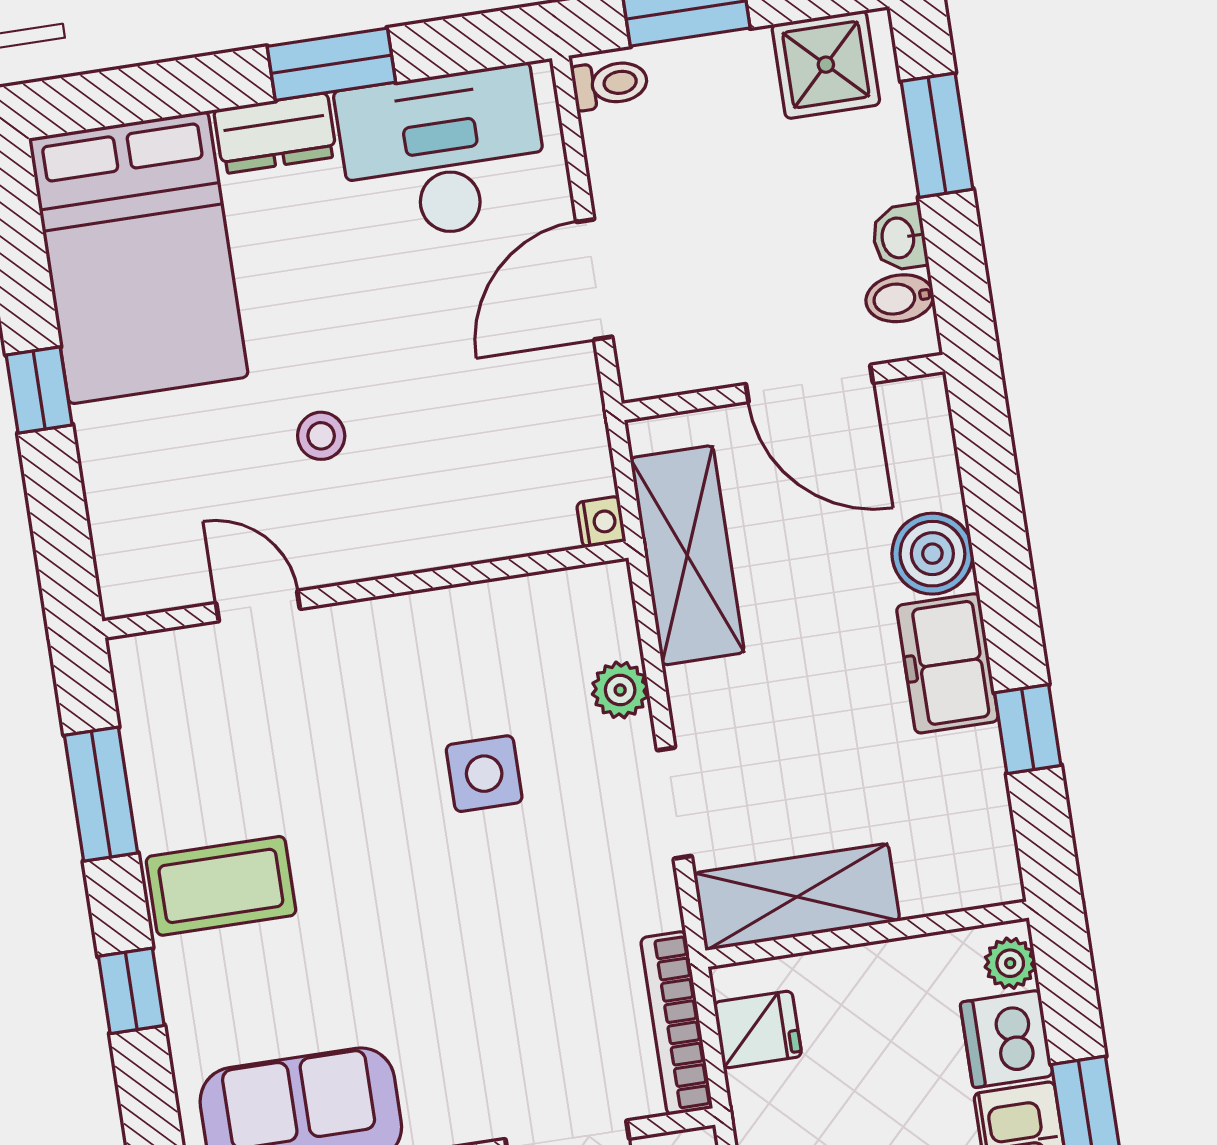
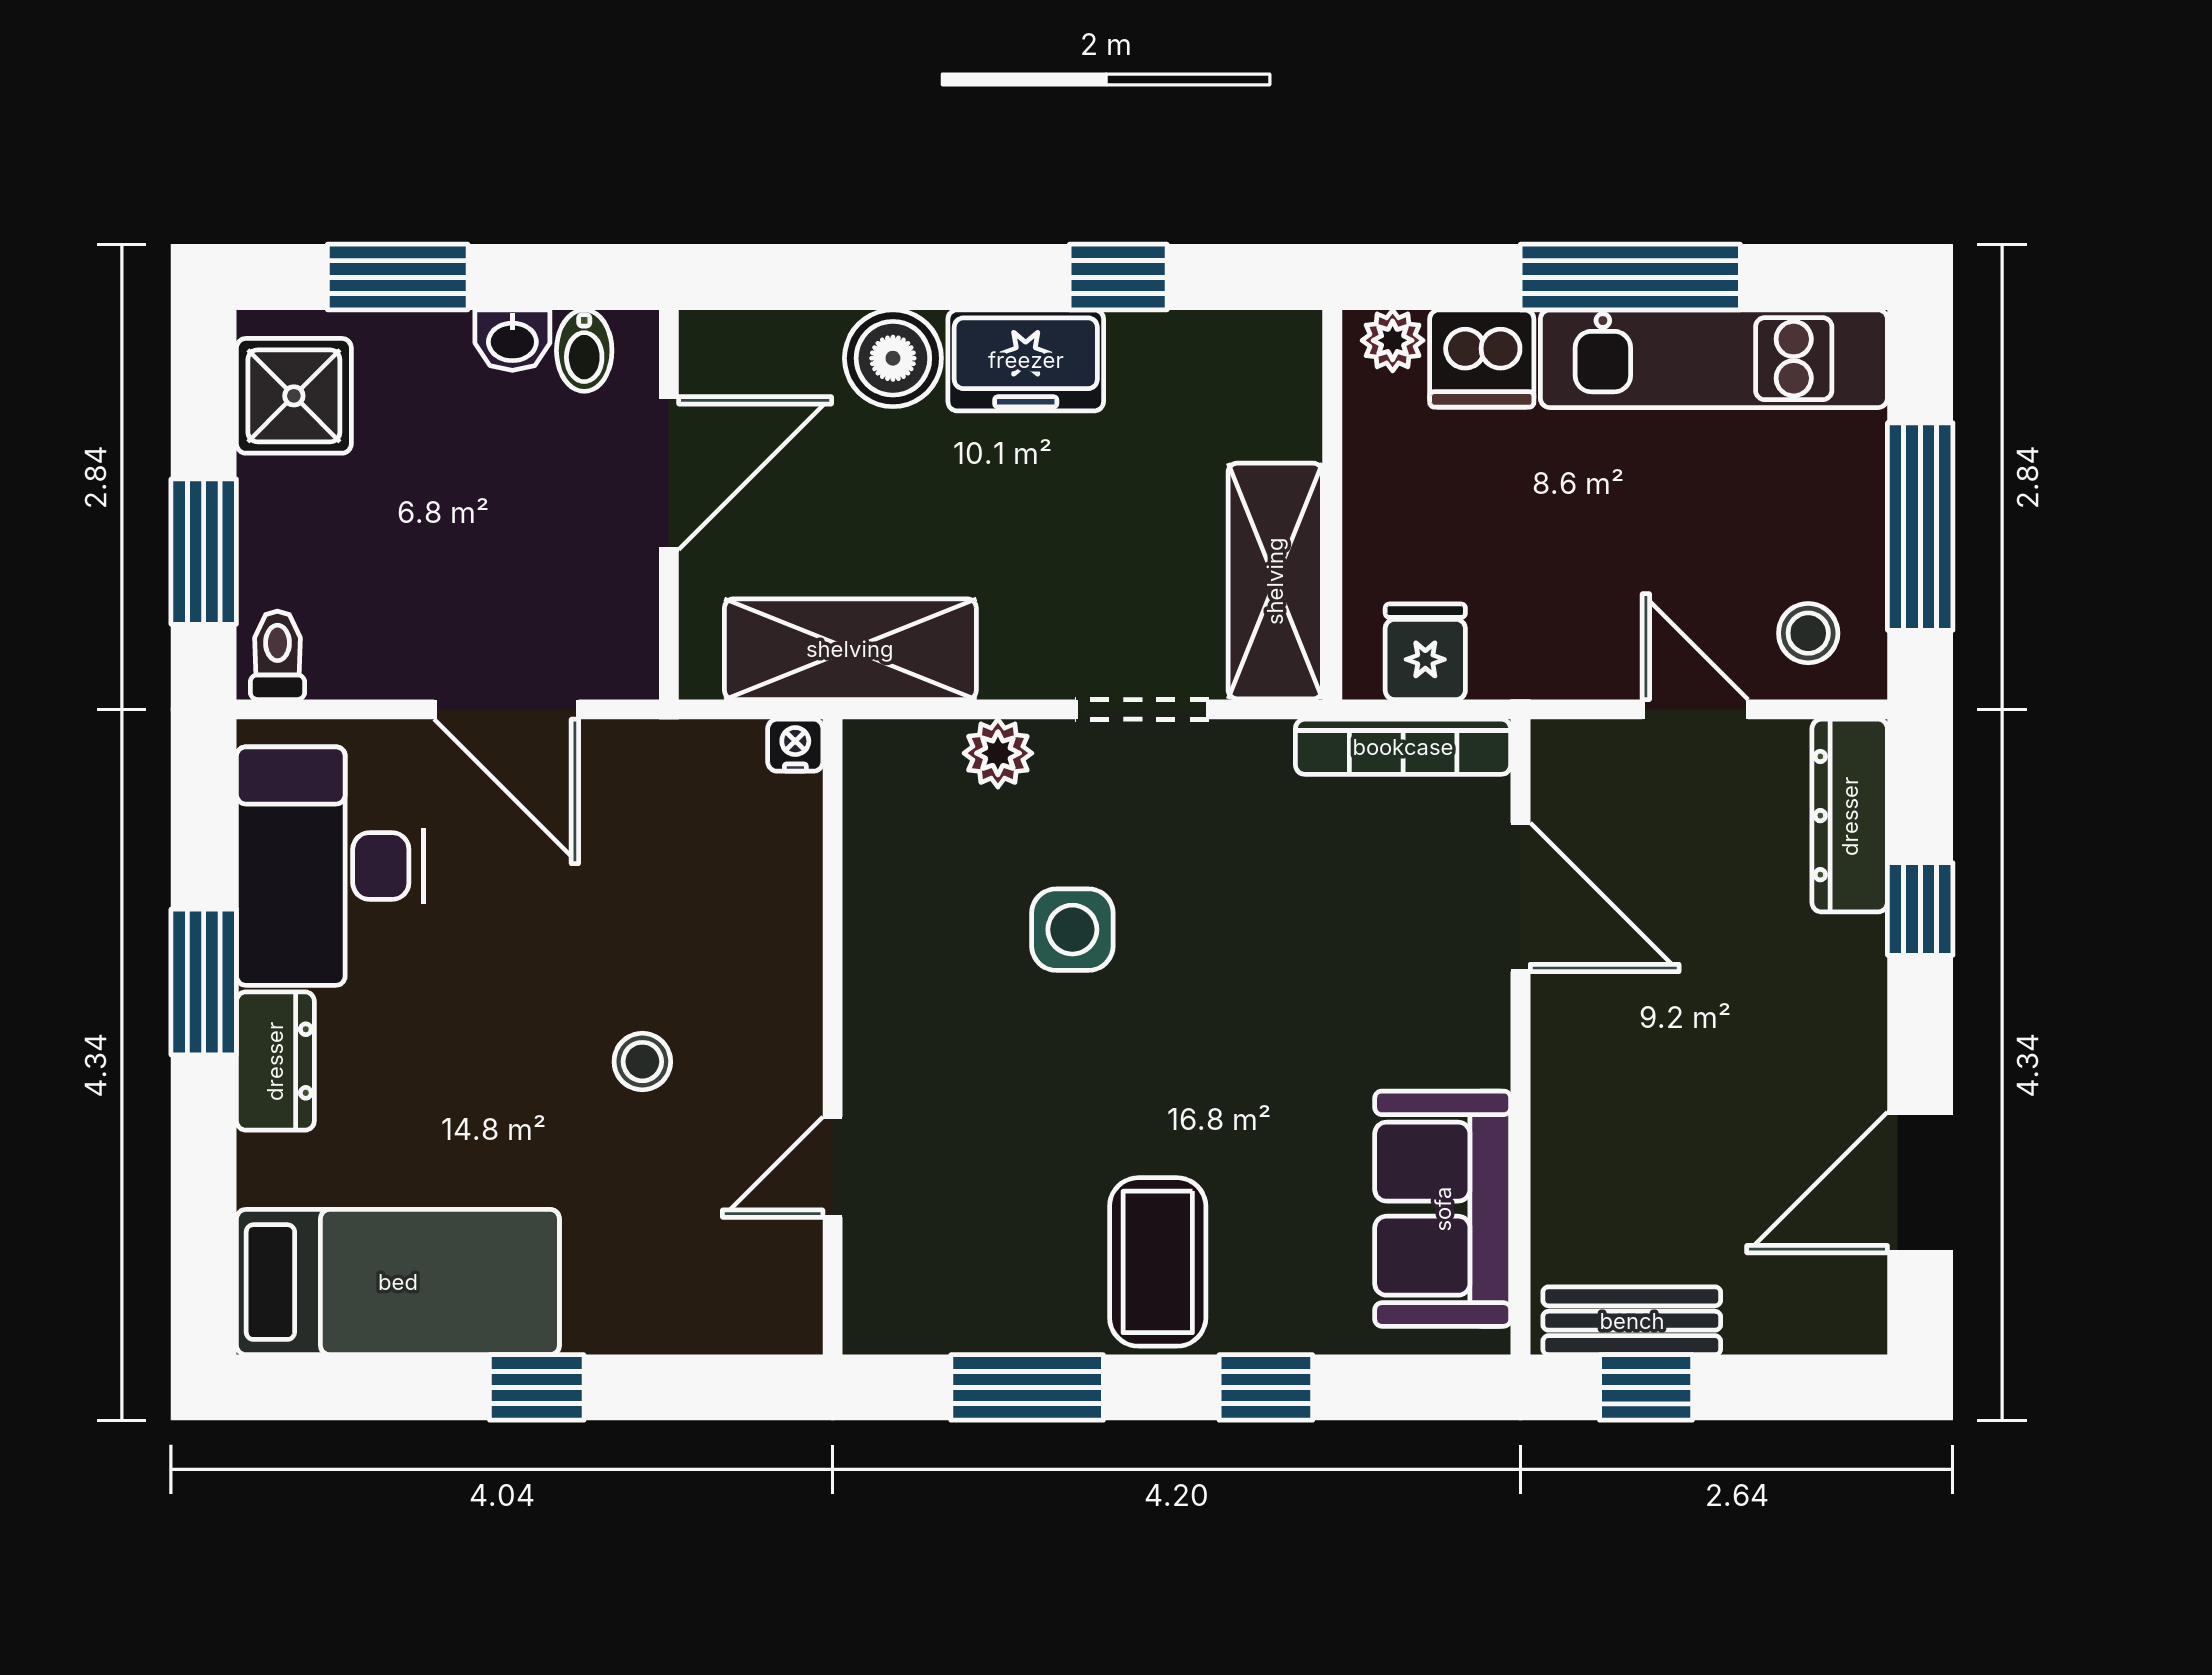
bed: (138, 258) -> (398, 1282), width x0.67

